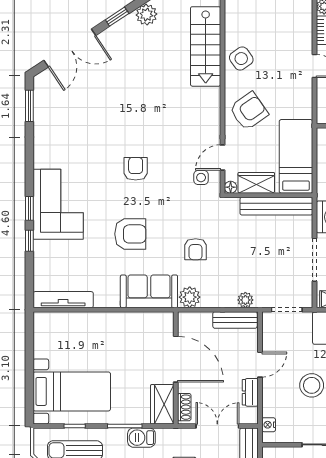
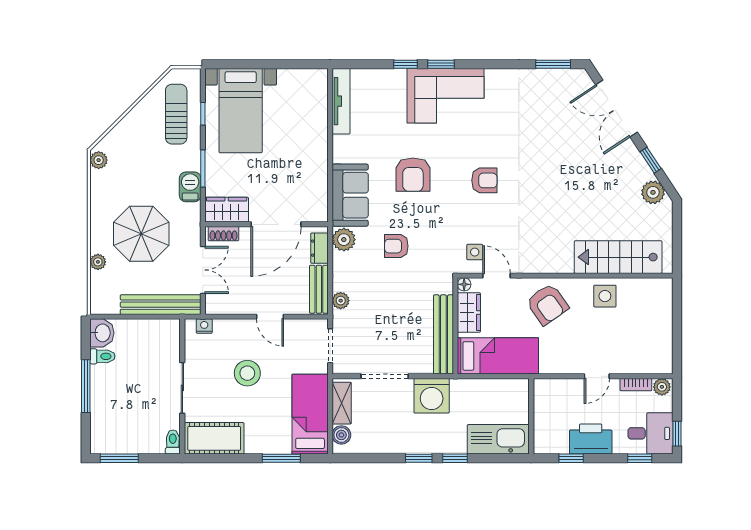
side table: (241, 59) -> (605, 296), turned 35
dresser: (250, 392) -> (319, 248), moved, turned -90

